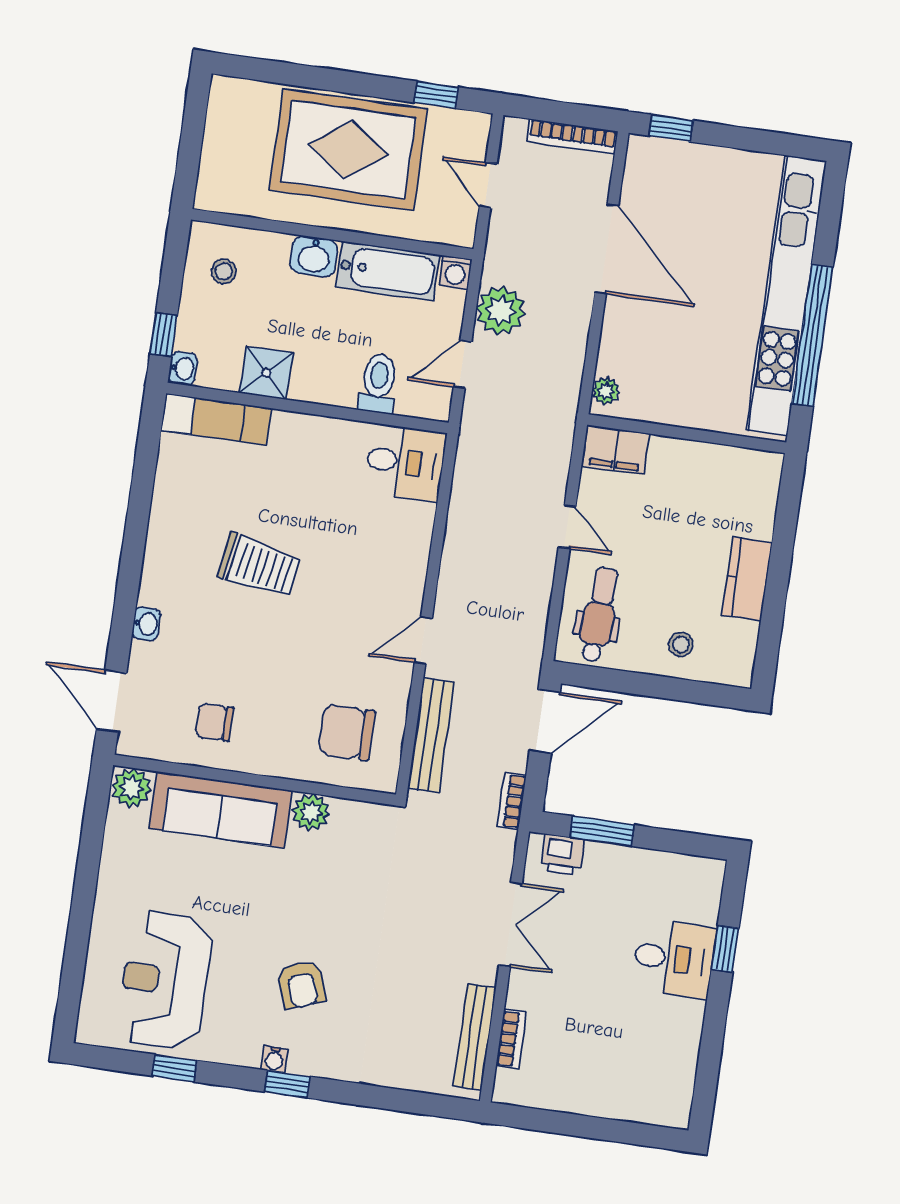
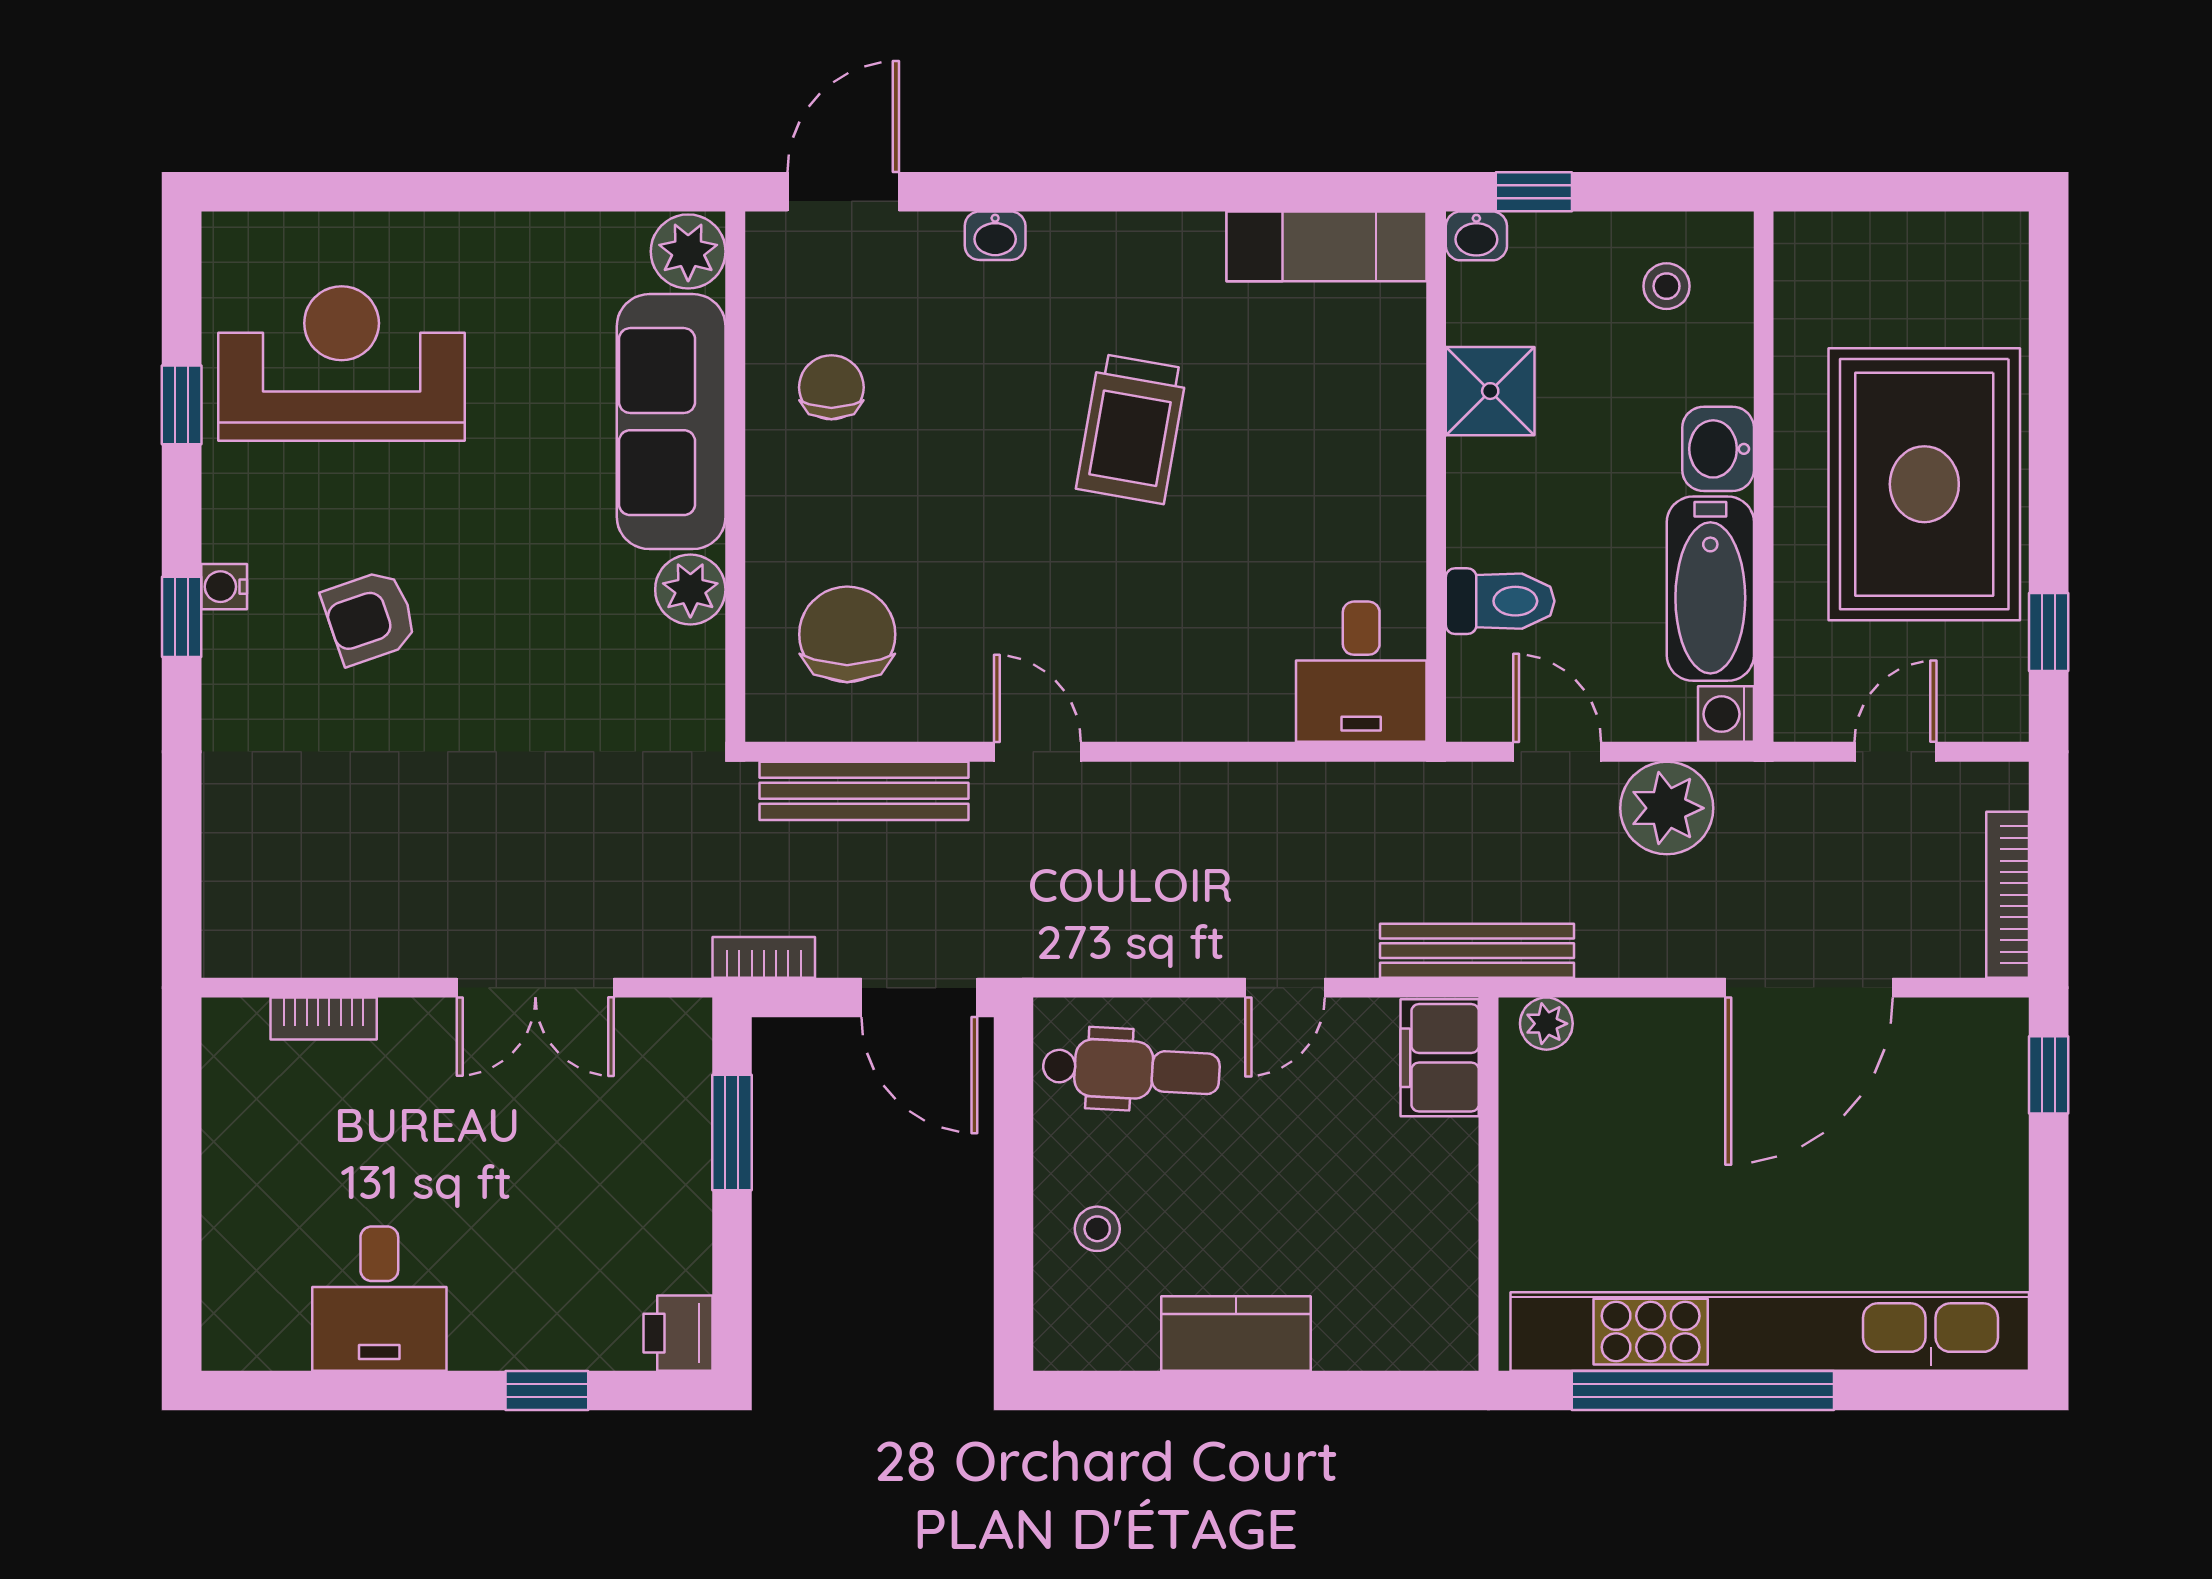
exam couch: (216, 419) -> (1326, 246), moved, turned -90
printer: (563, 855) -> (678, 1333), moved
desk: (674, 959) -> (379, 1299), moved
bench: (474, 1037) -> (1477, 951), moved

